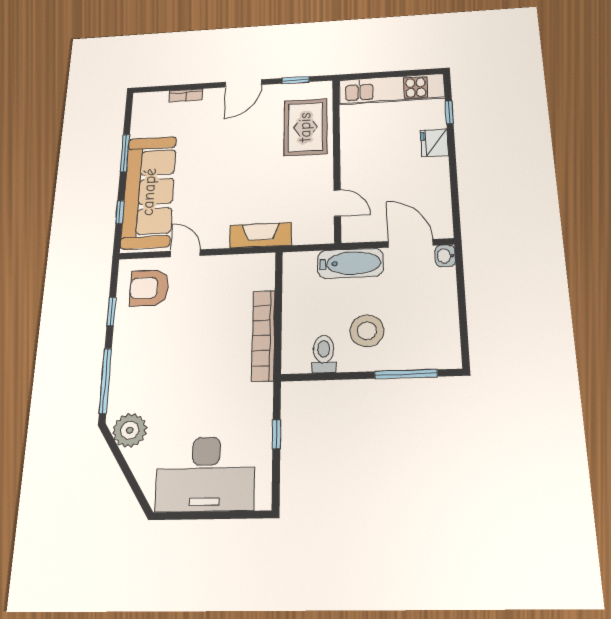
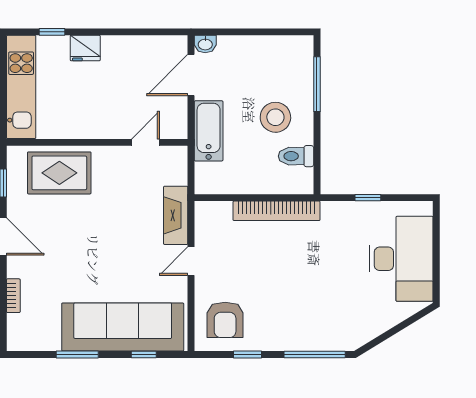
door: (185, 253) -> (191, 261), moved
plant: (130, 430) -> (361, 329), removed

